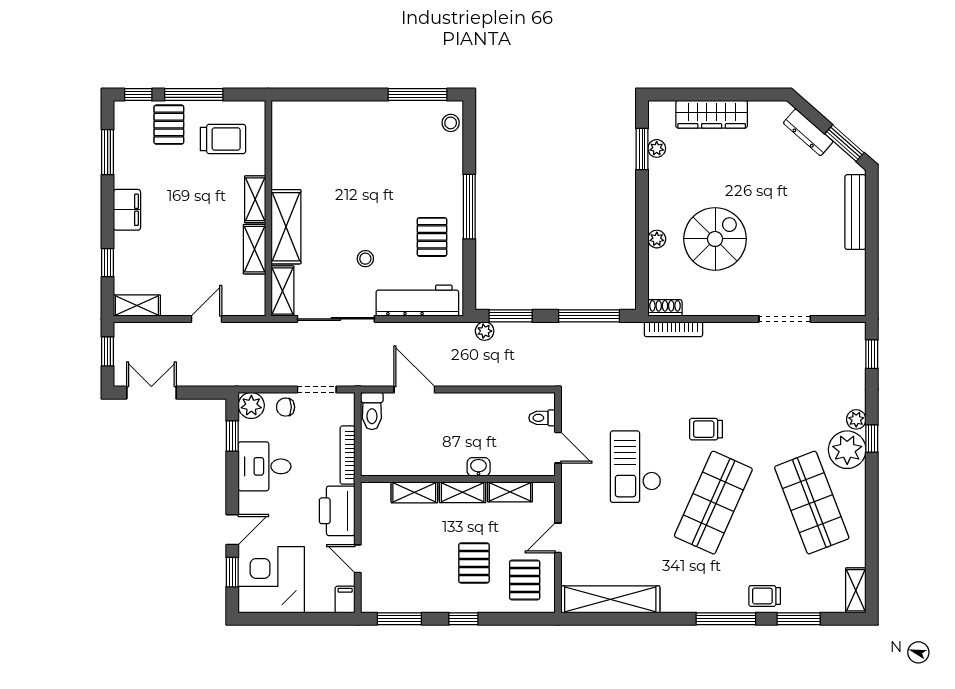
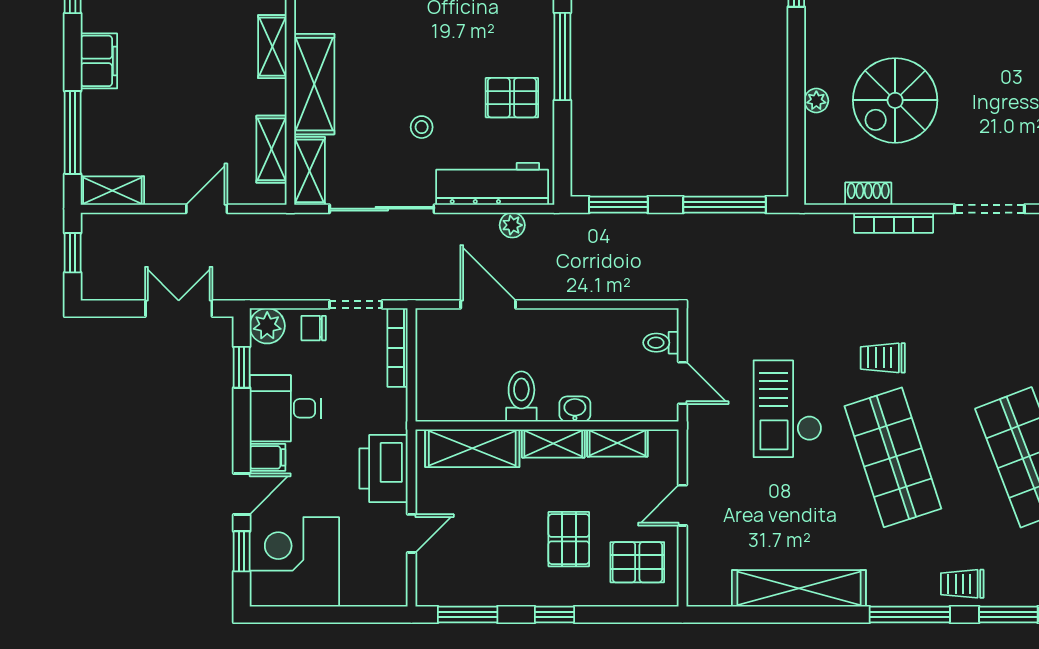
pallet: (432, 237) -> (512, 98), turned 90
spiral stairs: (715, 239) -> (895, 100), turned 180
shelving: (254, 249) -> (271, 149), moved
window: (108, 263) -> (73, 132), width x2.17
shoe rack: (665, 308) -> (868, 194), moved
bookcase: (673, 329) -> (894, 223), moved
plant: (485, 331) -> (512, 225), moved
double door: (151, 393) -> (179, 308), moved
toilet: (372, 411) -> (521, 397), moved, turned 180
bookcase: (348, 455) -> (398, 348), moved
shelving: (414, 492) -> (472, 448), width x1.50, depth x1.33
shop shelf: (713, 503) -> (893, 457), turned -42
door: (358, 559) -> (411, 533), swing flipped
pallet: (525, 580) -> (637, 562), turned 90
shelving: (610, 599) -> (799, 588), moved
filing cabinet: (345, 600) -> (268, 457), moved, turned 90

